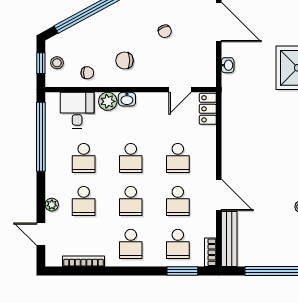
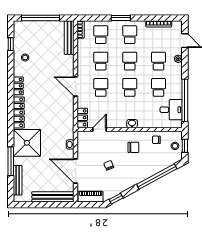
plant: (108, 101) -> (144, 122), removed
desk: (77, 110) -> (171, 110), moved, turned -90
door: (219, 195) -> (76, 87), moved
window: (182, 271) -> (121, 18), moved

